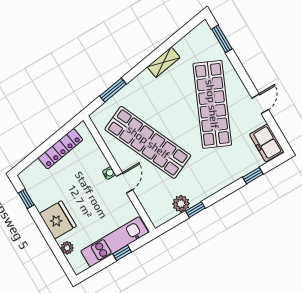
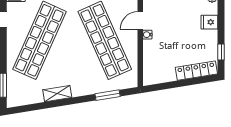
locker: (60, 149) -> (196, 71), moved
fridge: (58, 220) -> (209, 22), width x0.53, depth x0.75

